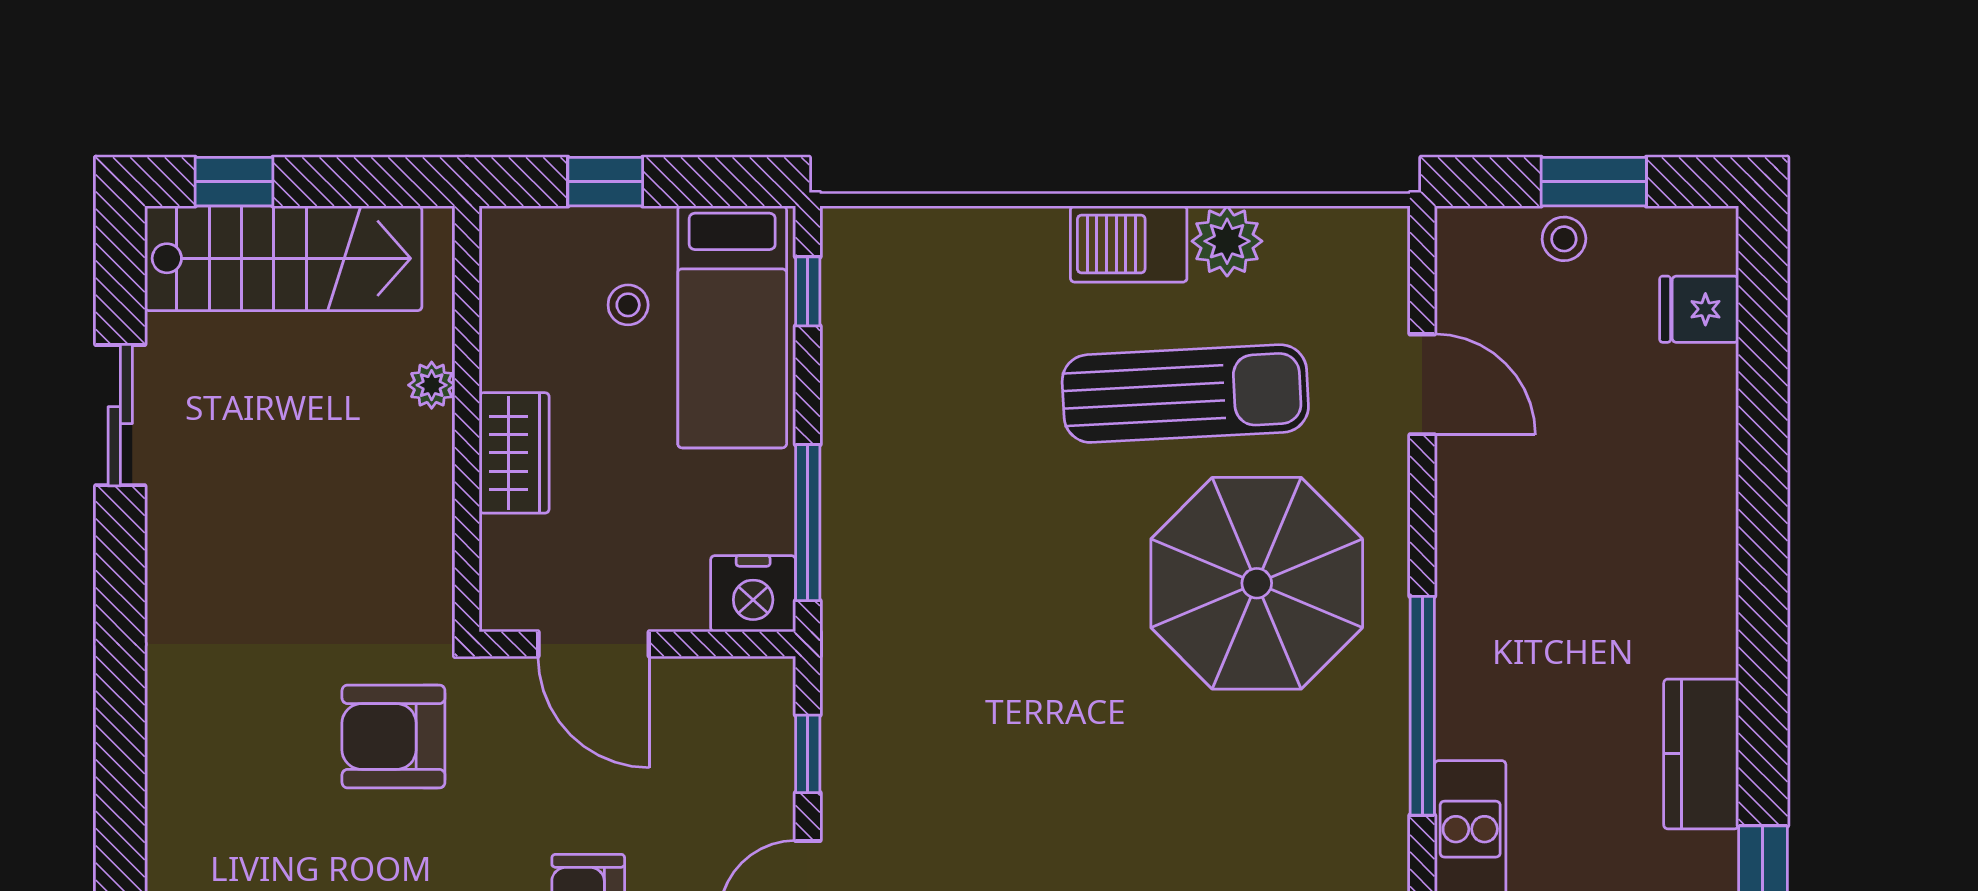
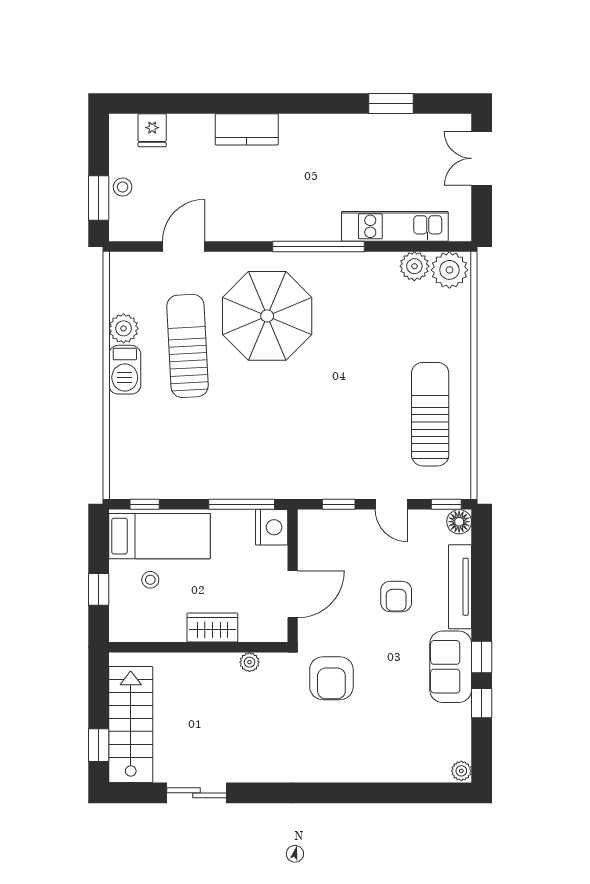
window: (1594, 182) -> (99, 198), moved
plant: (432, 385) -> (250, 662), moved
kitchen counter: (1701, 754) -> (247, 129), moved

